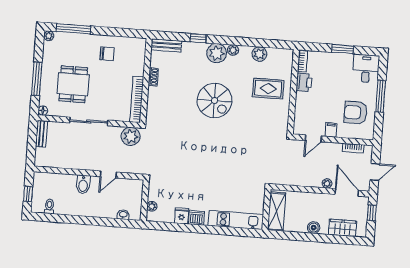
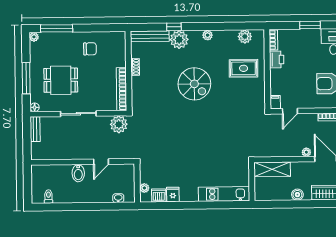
bench: (166, 45) -> (150, 36), width x1.36
plant: (217, 53) -> (179, 40), moved
plant: (259, 54) -> (245, 36), moved
dining table: (73, 84) -> (61, 80), turned 90
filing cabinet: (331, 130) -> (275, 102), moved
window: (28, 194) -> (27, 187), removed
shelving: (277, 212) -> (272, 169), moved, turned 90
dishwasher: (196, 218) -> (159, 195), moved

